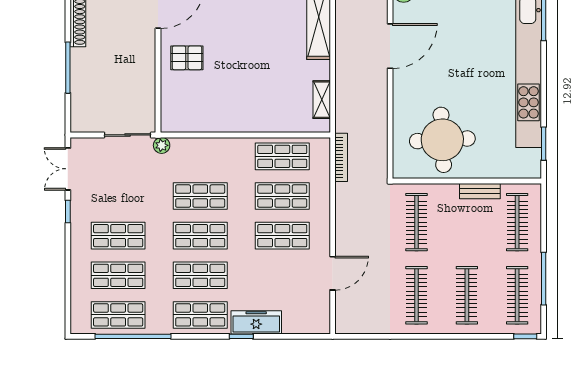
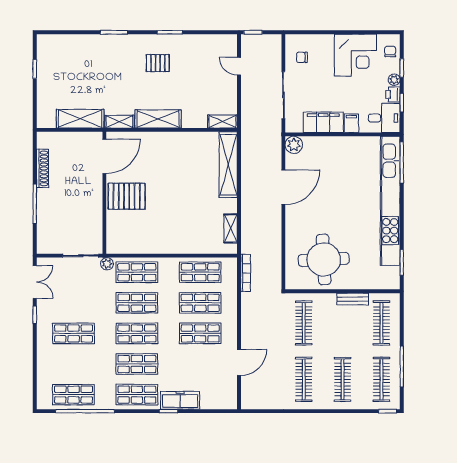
pallet: (187, 58) -> (127, 196), width x1.50, depth x1.42
double door: (68, 169) -> (35, 282), swing flipped
shop shelf: (118, 275) -> (137, 272), moved

